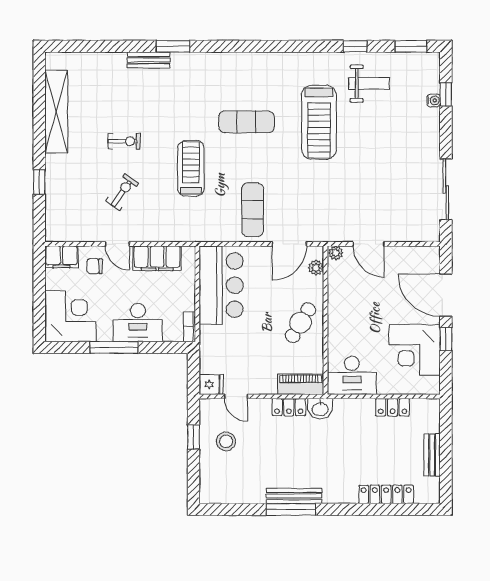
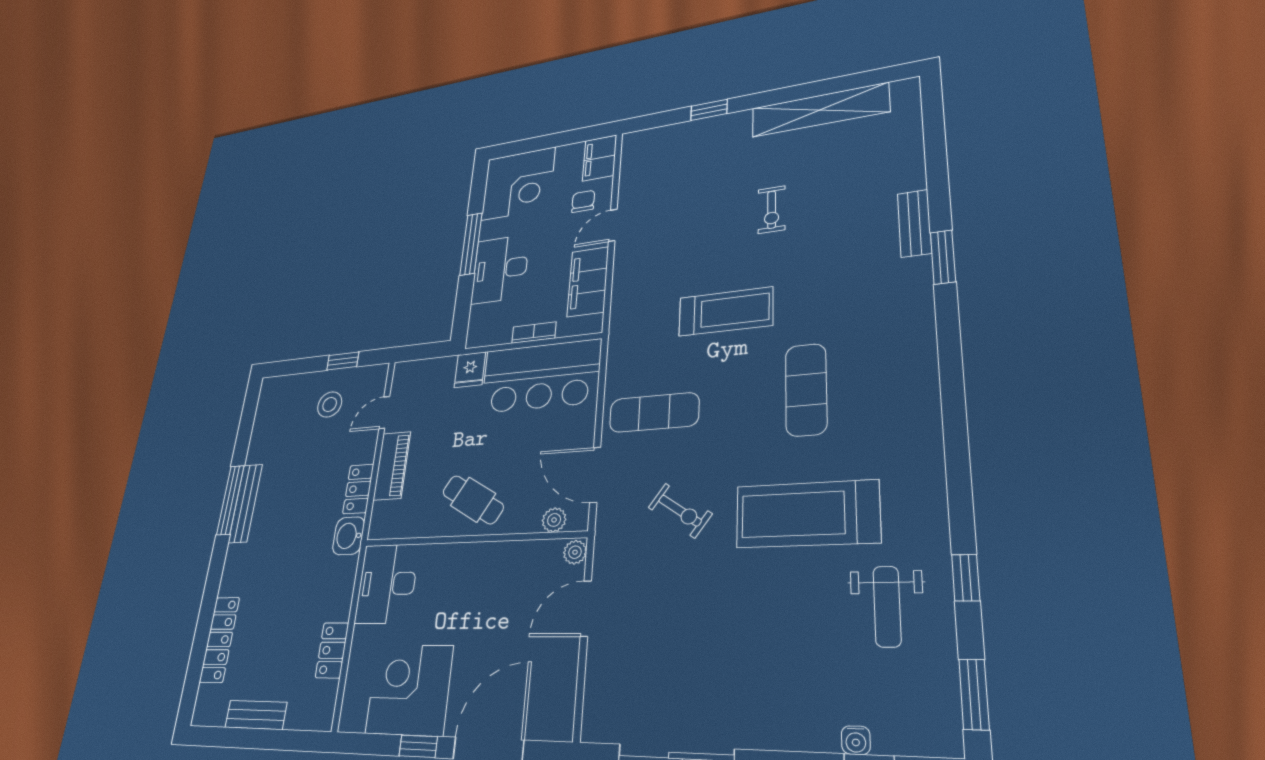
exercise bike: (122, 192) -> (680, 511), moved
bookcase: (189, 327) -> (534, 333), moved
piano: (301, 384) -> (392, 466), moved
fridge: (211, 385) -> (470, 370), moved

